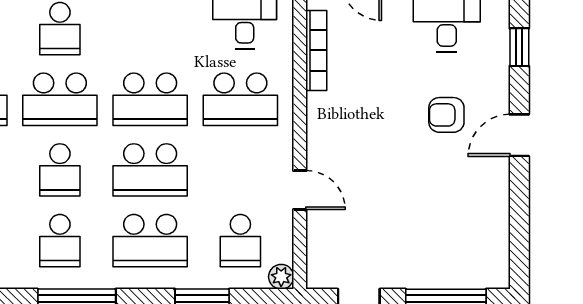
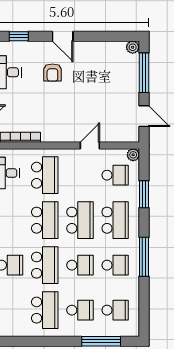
plant: (497, 276) -> (133, 47), added

